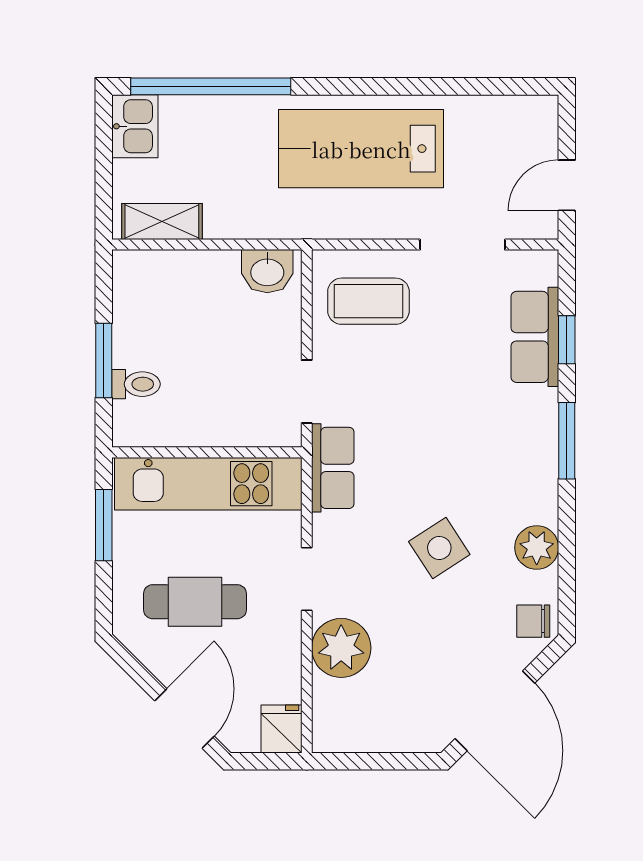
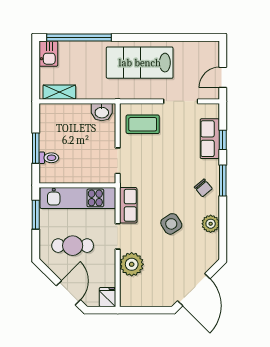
row of seats: (333, 468) -> (128, 205), moved
chair: (533, 621) -> (203, 188), moved, turned -130

